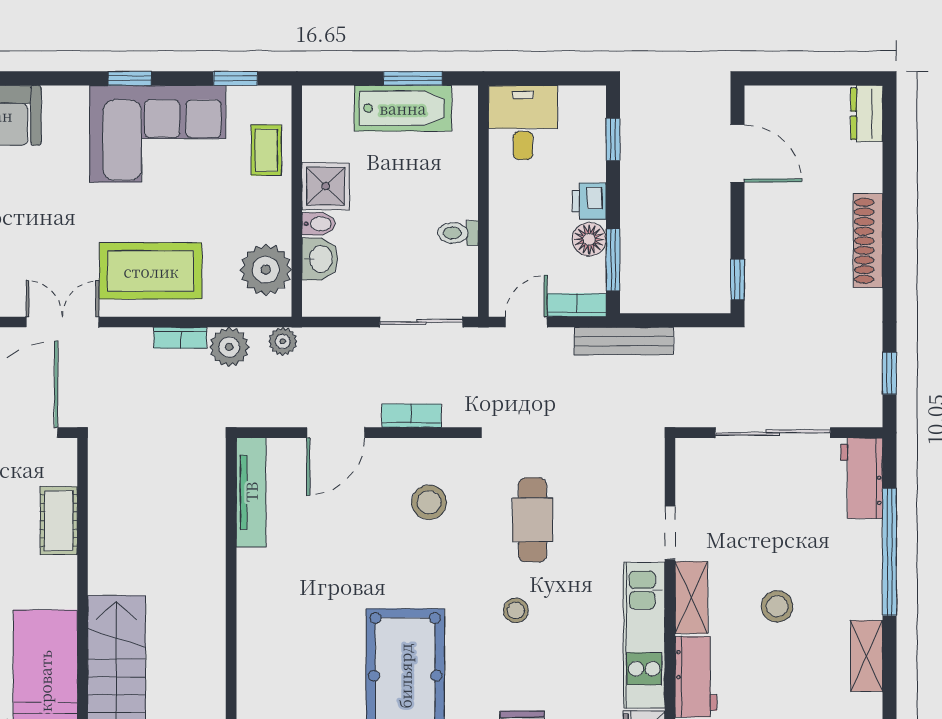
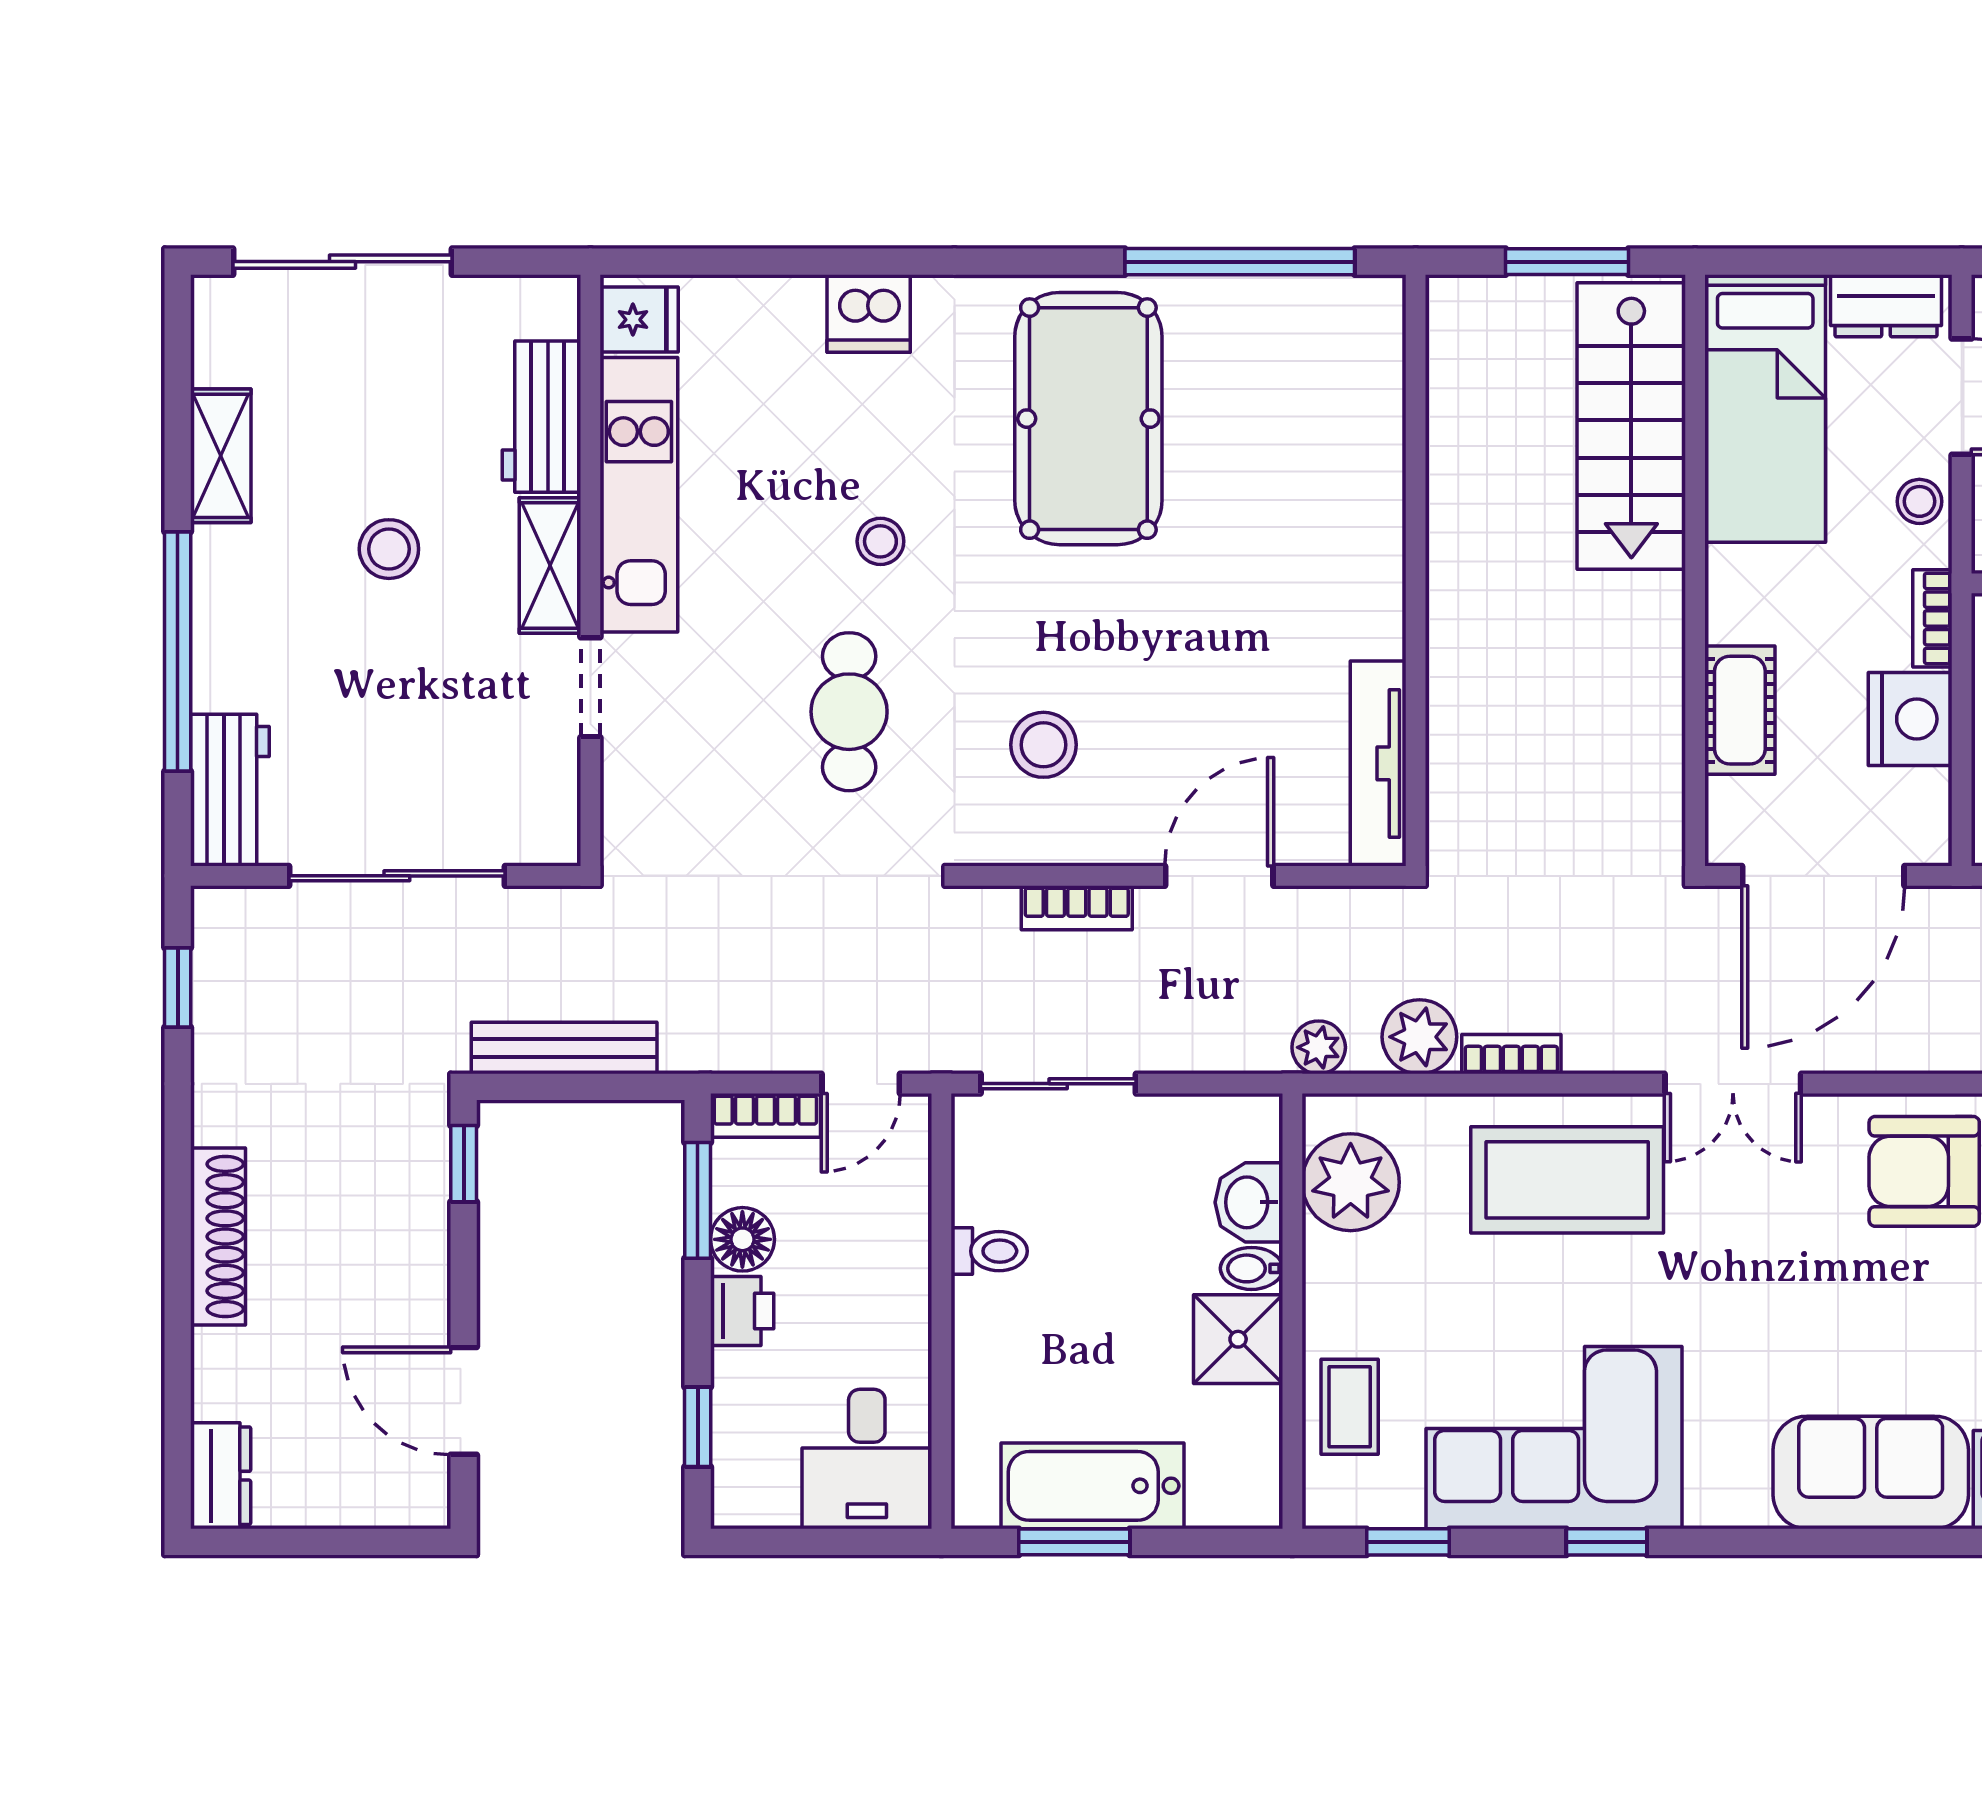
bench: (624, 341) -> (564, 1048), moved

